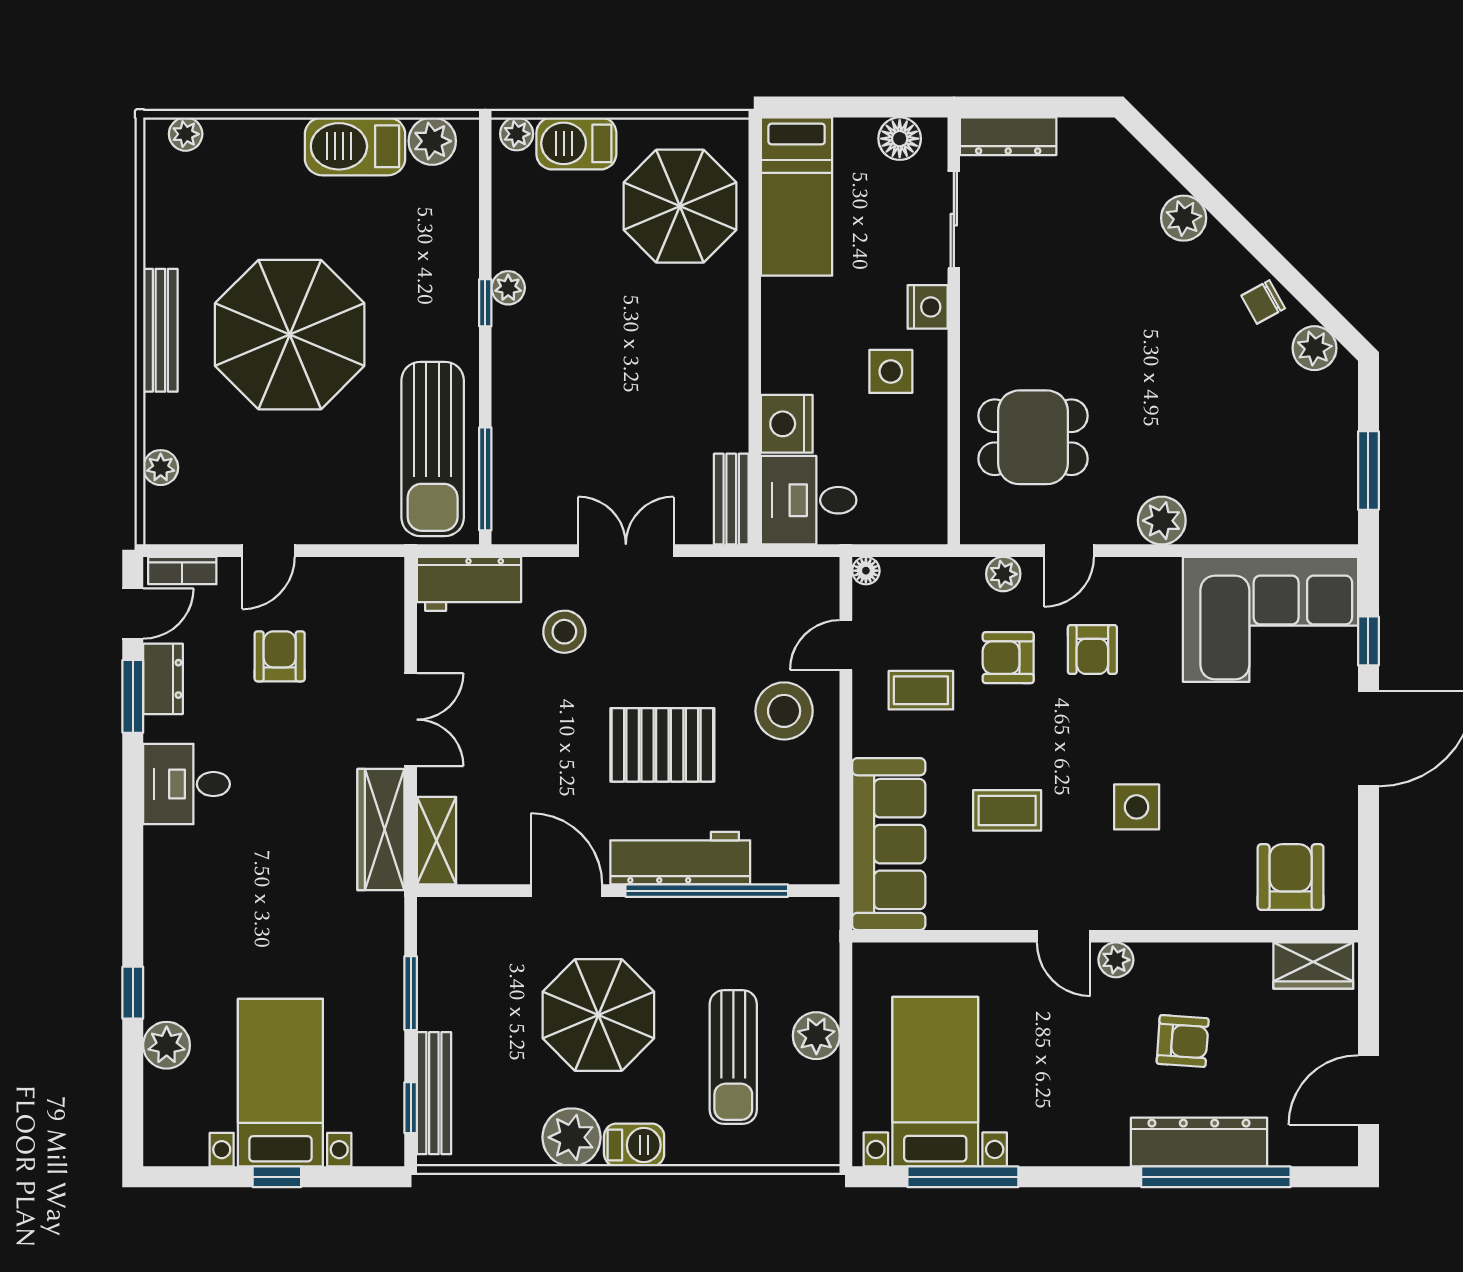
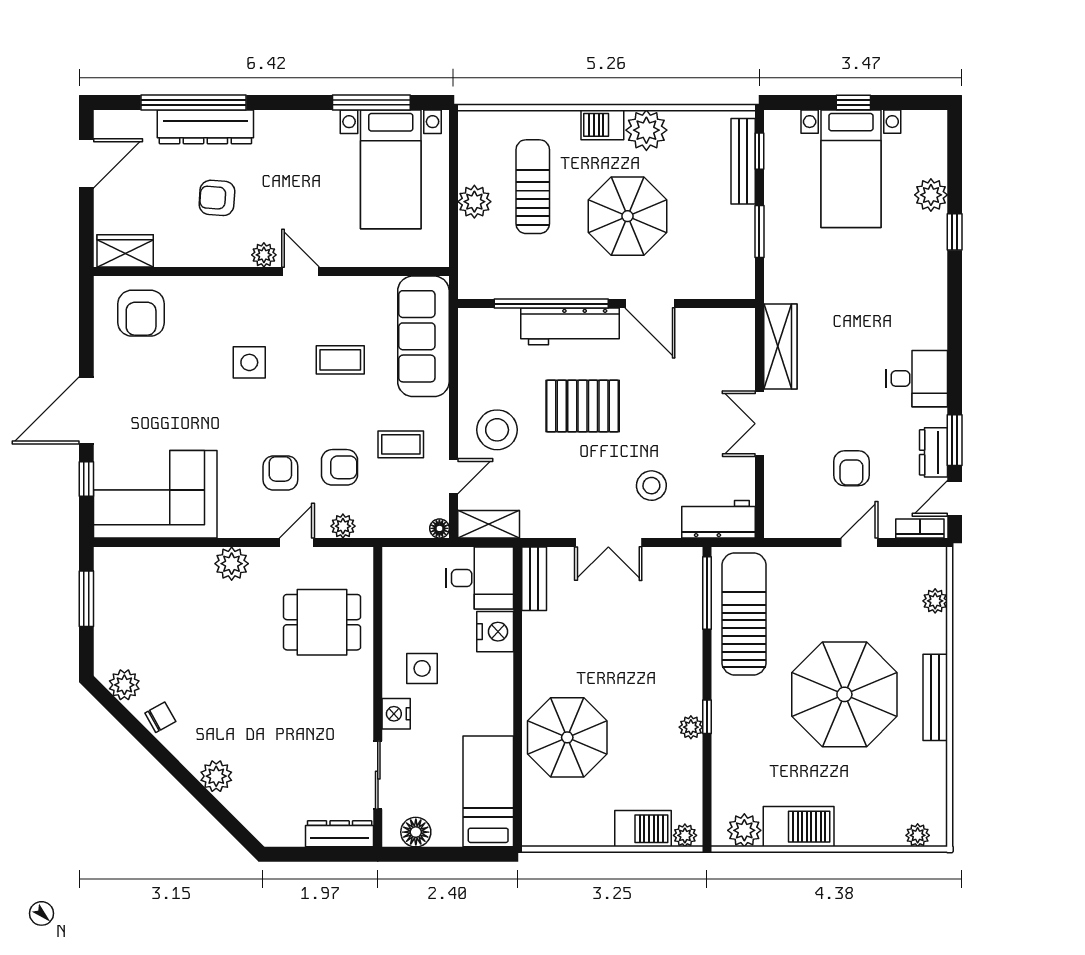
parasol: (680, 206) -> (567, 737), moved
shelving: (437, 841) -> (489, 524), moved, turned 90

